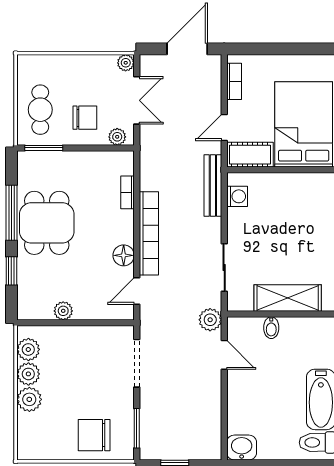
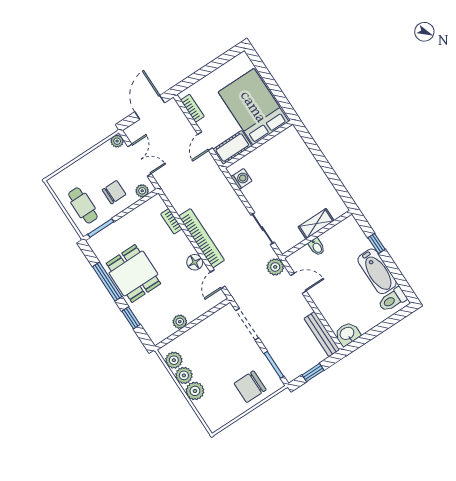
bench: (213, 185) -> (322, 334), moved
shelving: (288, 298) -> (316, 224), width x0.67, depth x0.75

